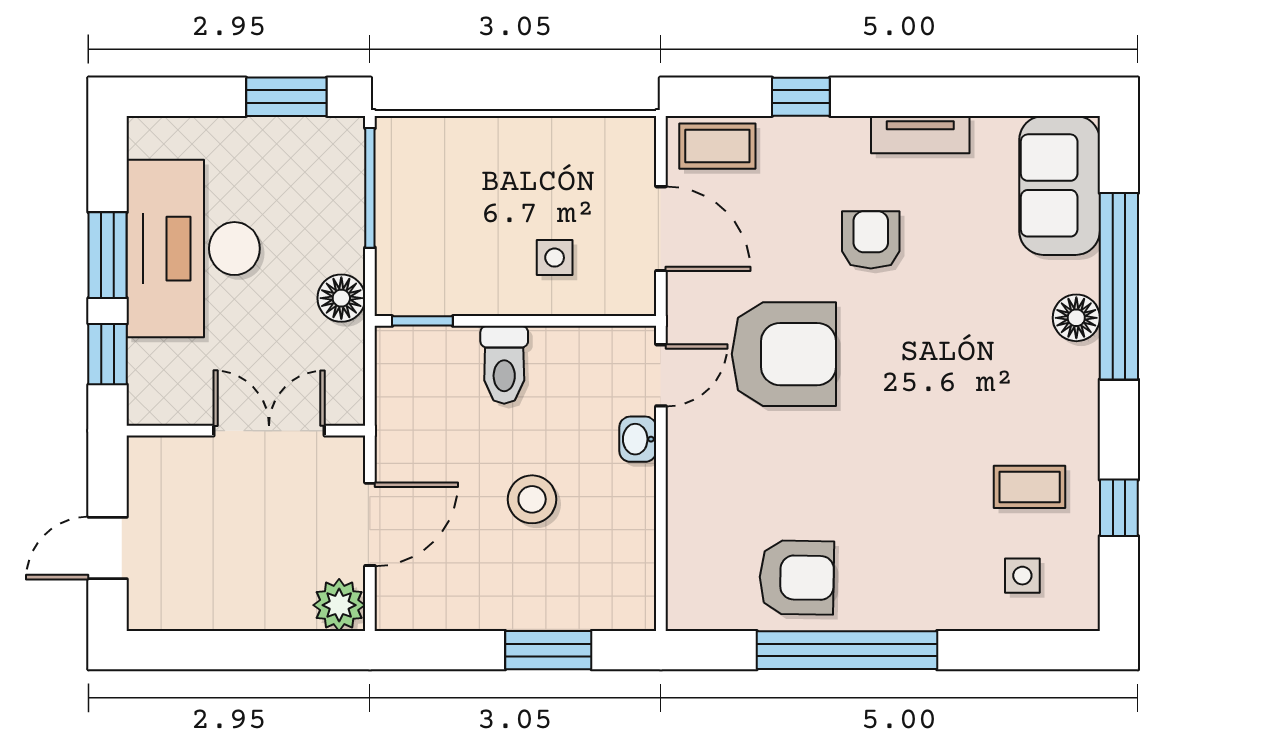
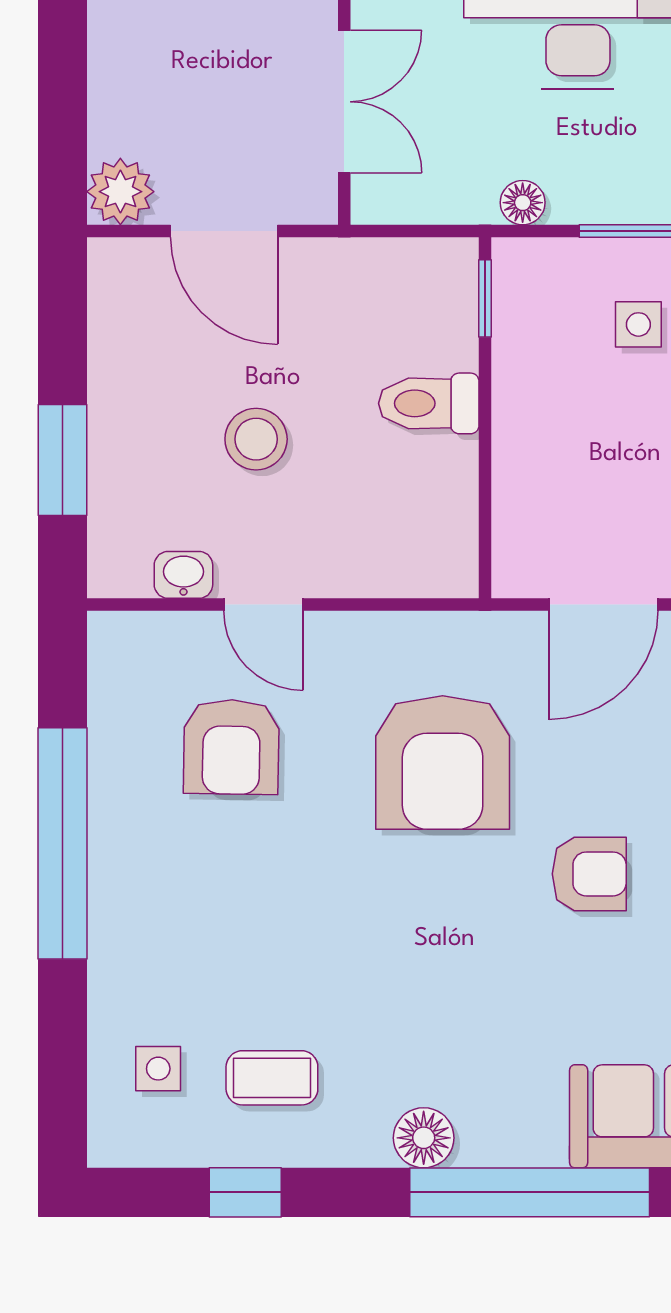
side table: (555, 258) -> (638, 324), moved
floor lamp: (341, 298) -> (523, 203), width x0.73, depth x0.73
floor lamp: (1076, 318) -> (424, 1138), moved
door: (661, 375) -> (263, 605), moved
washbasin: (638, 439) -> (183, 575), moved
coffee table: (1030, 487) -> (272, 1078), turned 90
armchair: (797, 577) -> (231, 747), moved

